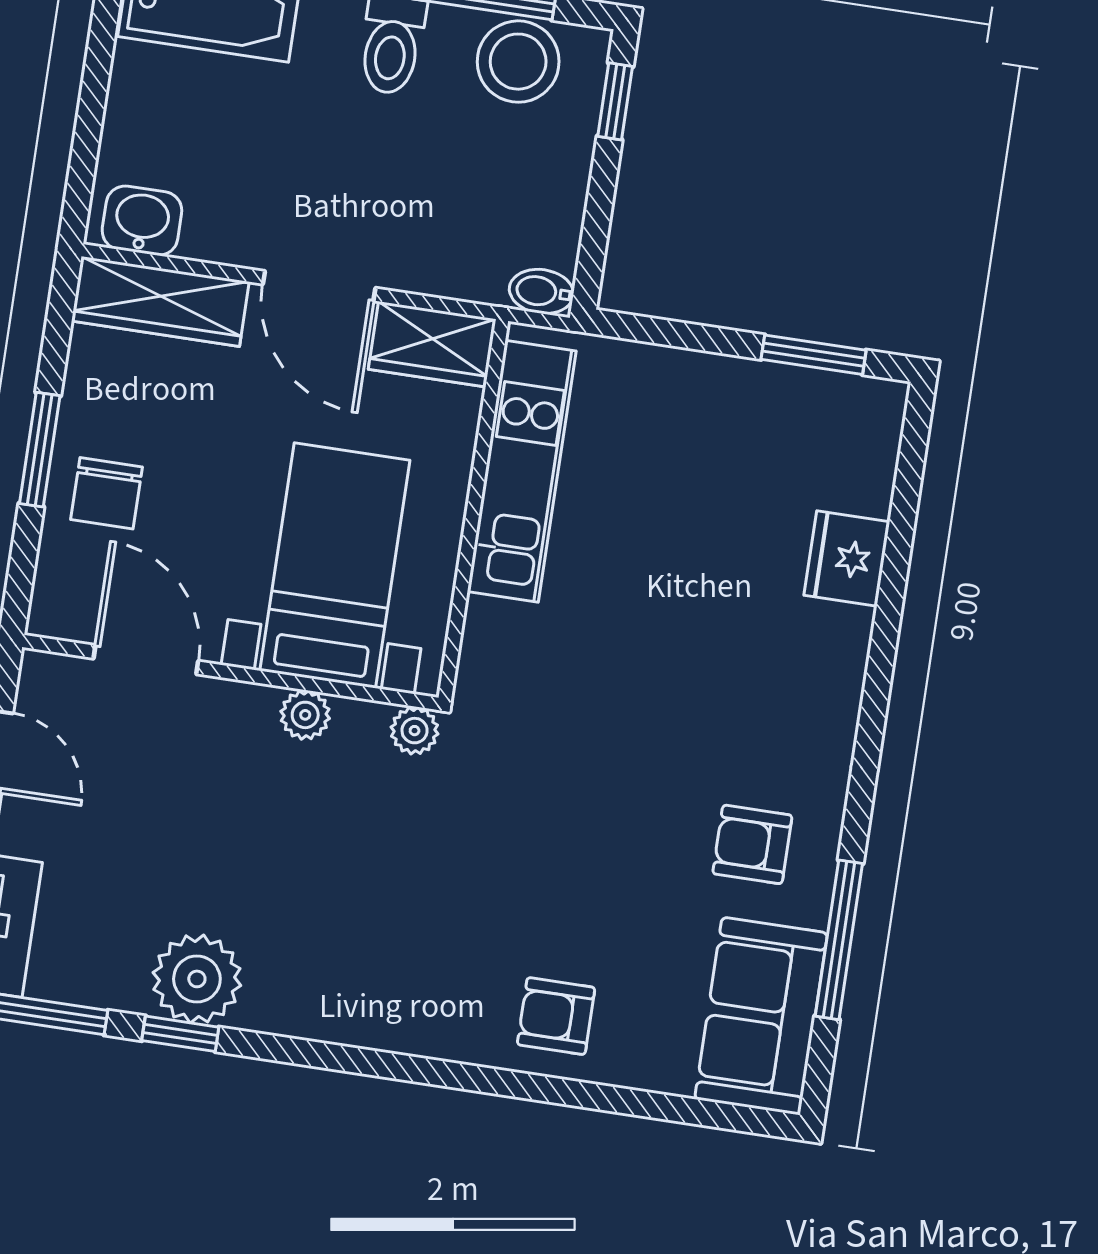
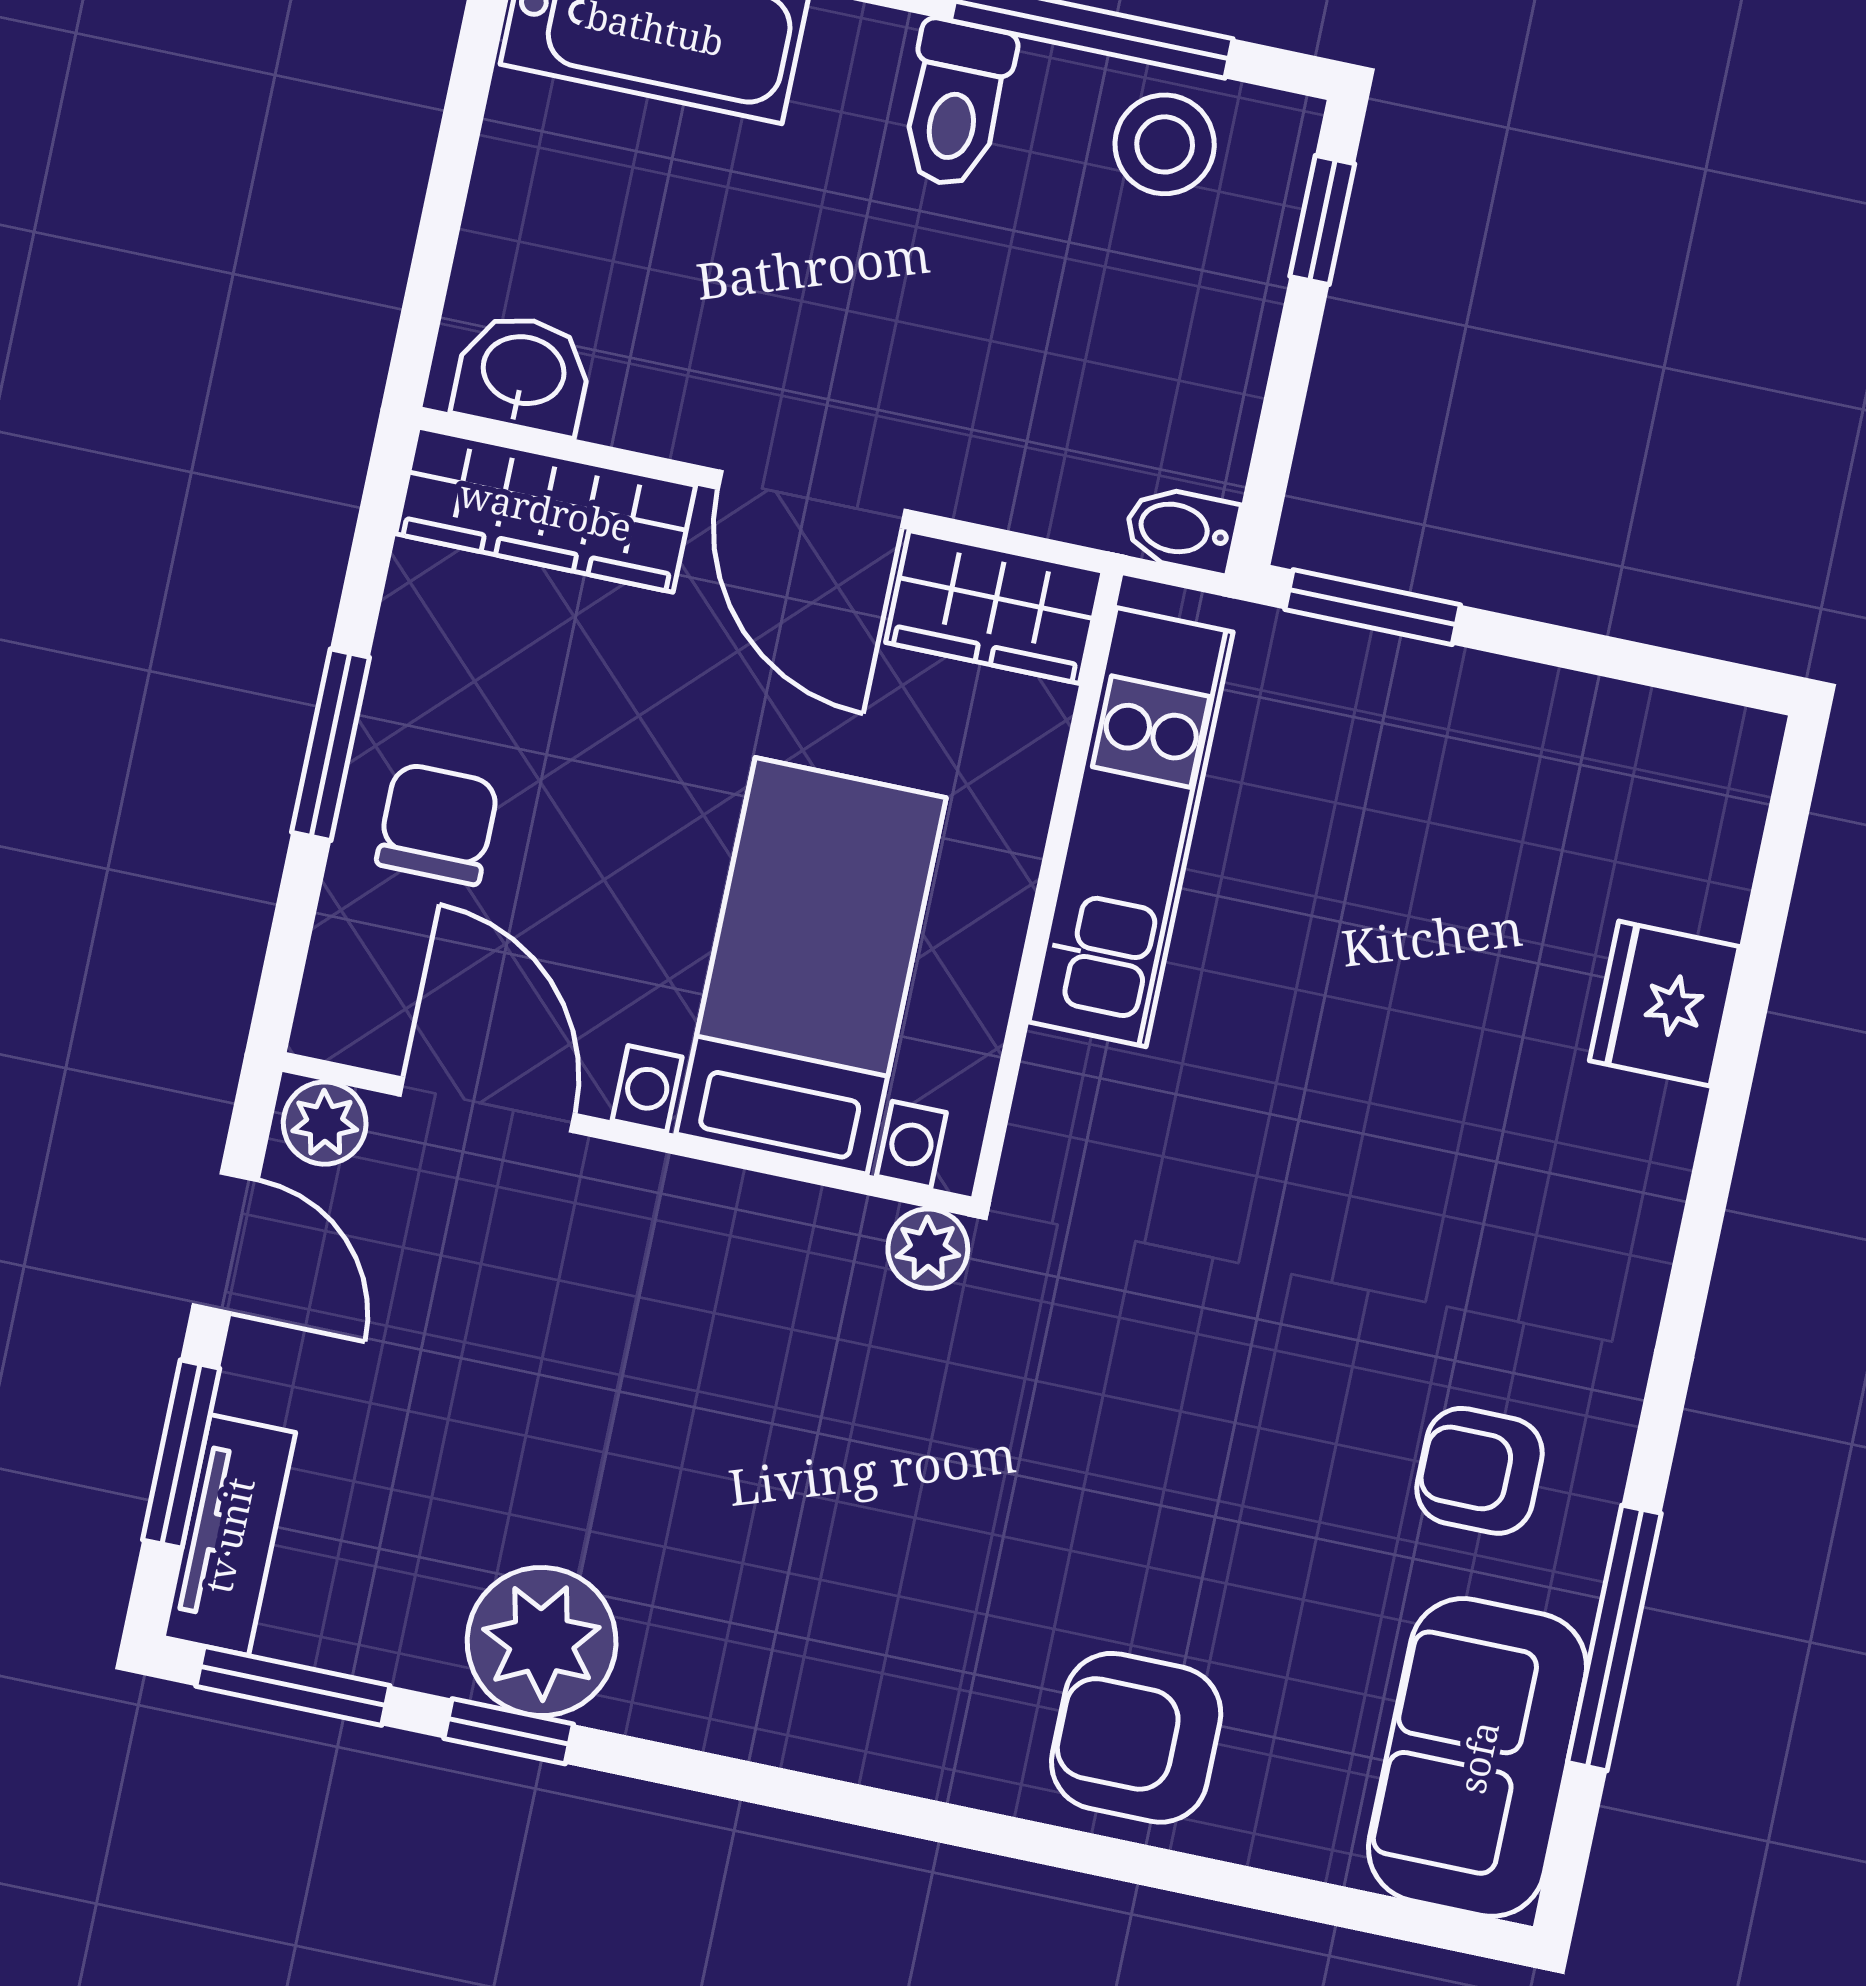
stool: (518, 62) -> (1165, 144), width x0.73, depth x0.73
window: (814, 355) -> (1373, 607), moved
chair: (106, 493) -> (438, 824), turned 180
plant: (305, 715) -> (325, 1123), moved
armchair: (556, 1016) -> (1136, 1738), width x1.38, depth x1.38

